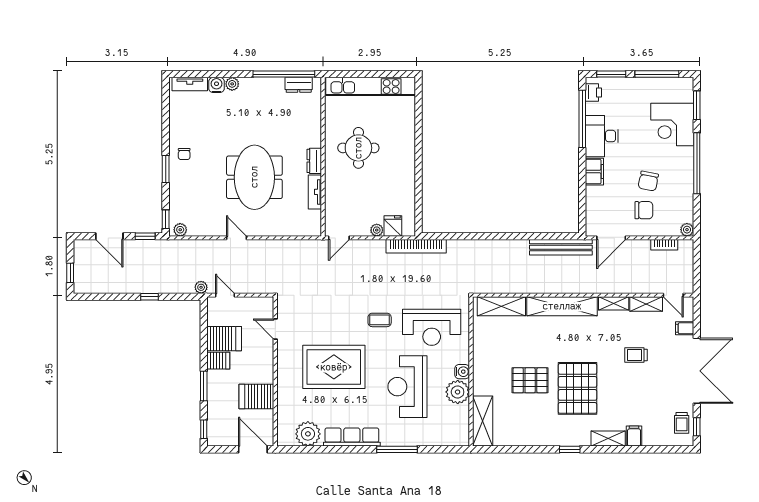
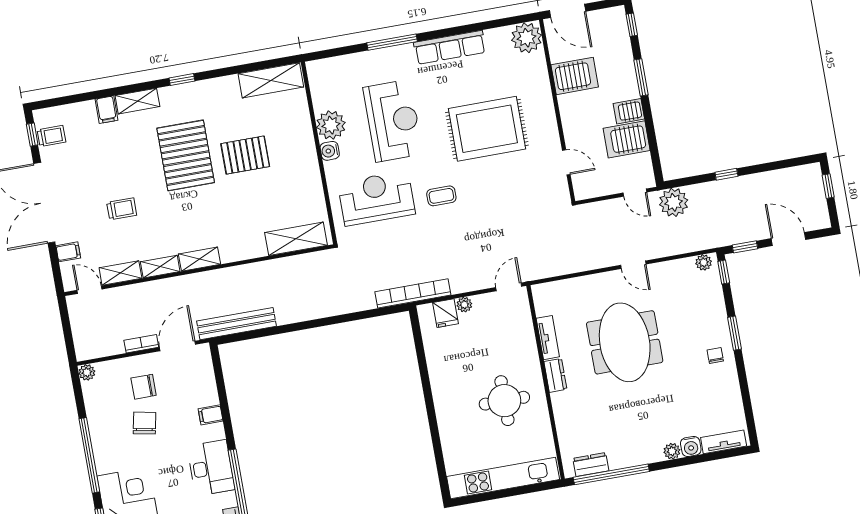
filing cabinet: (594, 172) -> (211, 415), width x0.50
bookcase: (664, 245) -> (141, 344), moved
plant: (201, 287) -> (674, 202), width x1.88, depth x1.88
shelving: (562, 306) -> (199, 259), width x0.45, depth x0.75
shelving: (483, 421) -> (271, 80), moved, turned 90
trolley: (682, 423) -> (51, 136), turned 90
plant: (308, 434) -> (527, 38), moved

